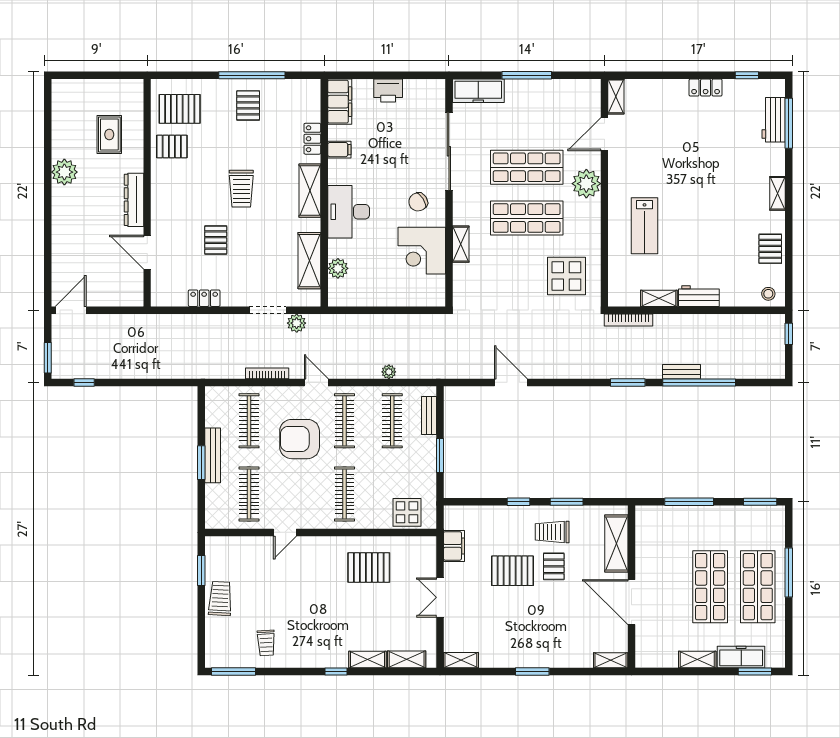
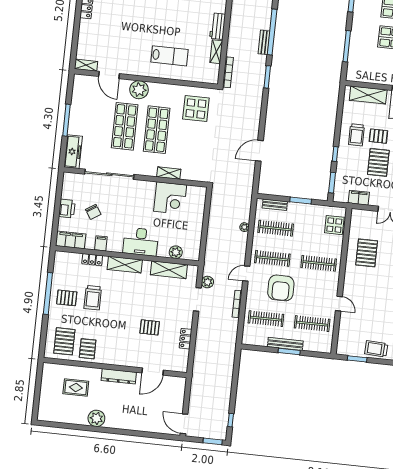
trolley: (241, 189) -> (93, 298), moved, turned 90
chair: (418, 202) -> (93, 212), moved
window: (567, 502) -> (332, 183), moved

